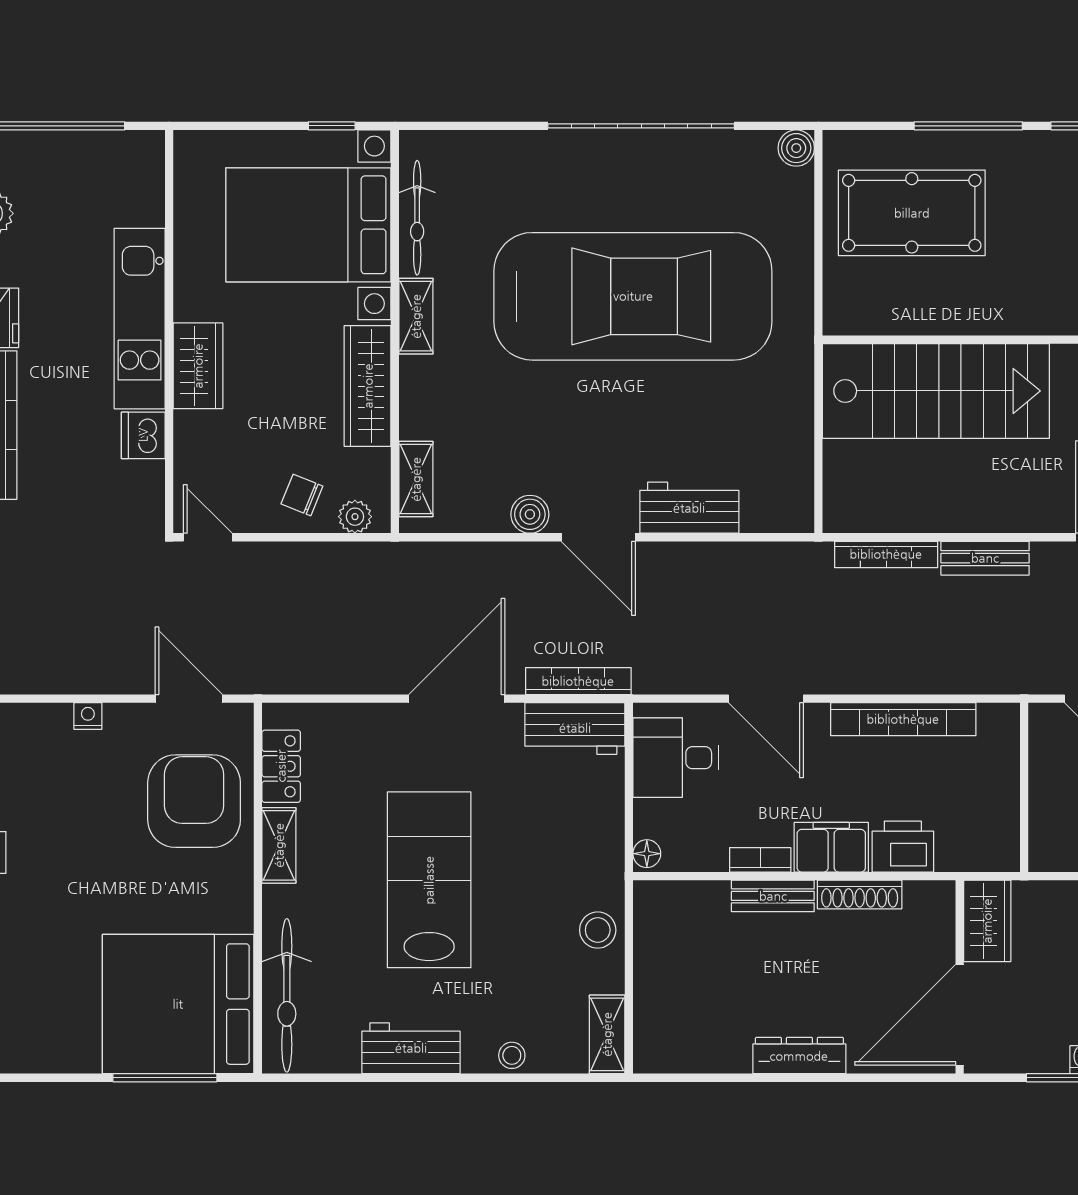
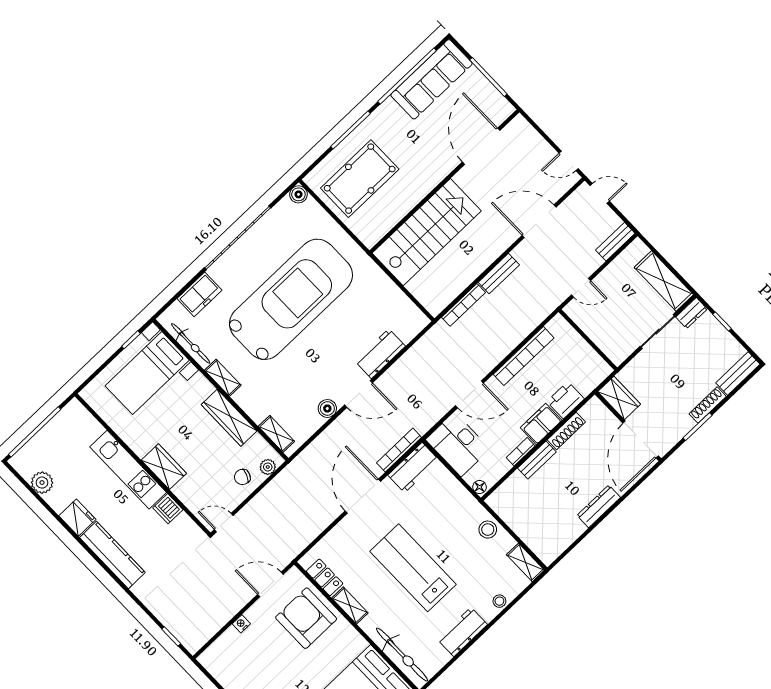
freezer: (501, 156) -> (199, 294), added
bed with nightstands: (308, 225) -> (147, 373), width x0.73
desk: (676, 758) -> (458, 444), width x1.37

